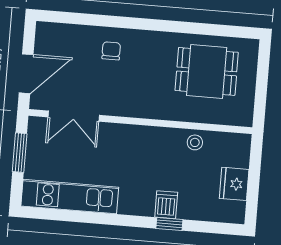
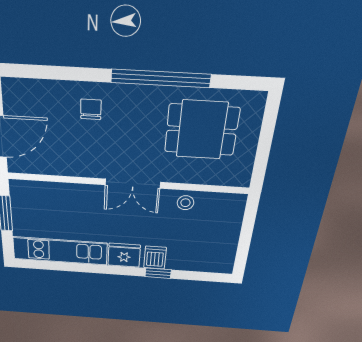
window: (171, 26) -> (161, 78), added
double door: (74, 116) -> (133, 184), moved
fridge: (234, 184) -> (124, 255), moved, turned 90

